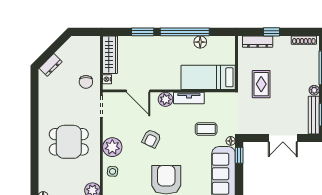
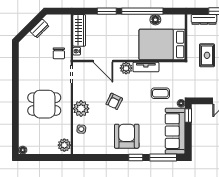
dresser: (51, 65) -> (39, 29), moved
bed: (208, 77) -> (162, 44), width x1.50

